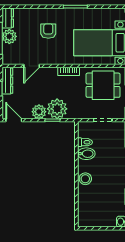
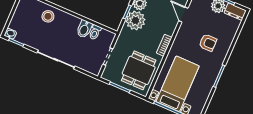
stool: (85, 179) -> (48, 16), moved

